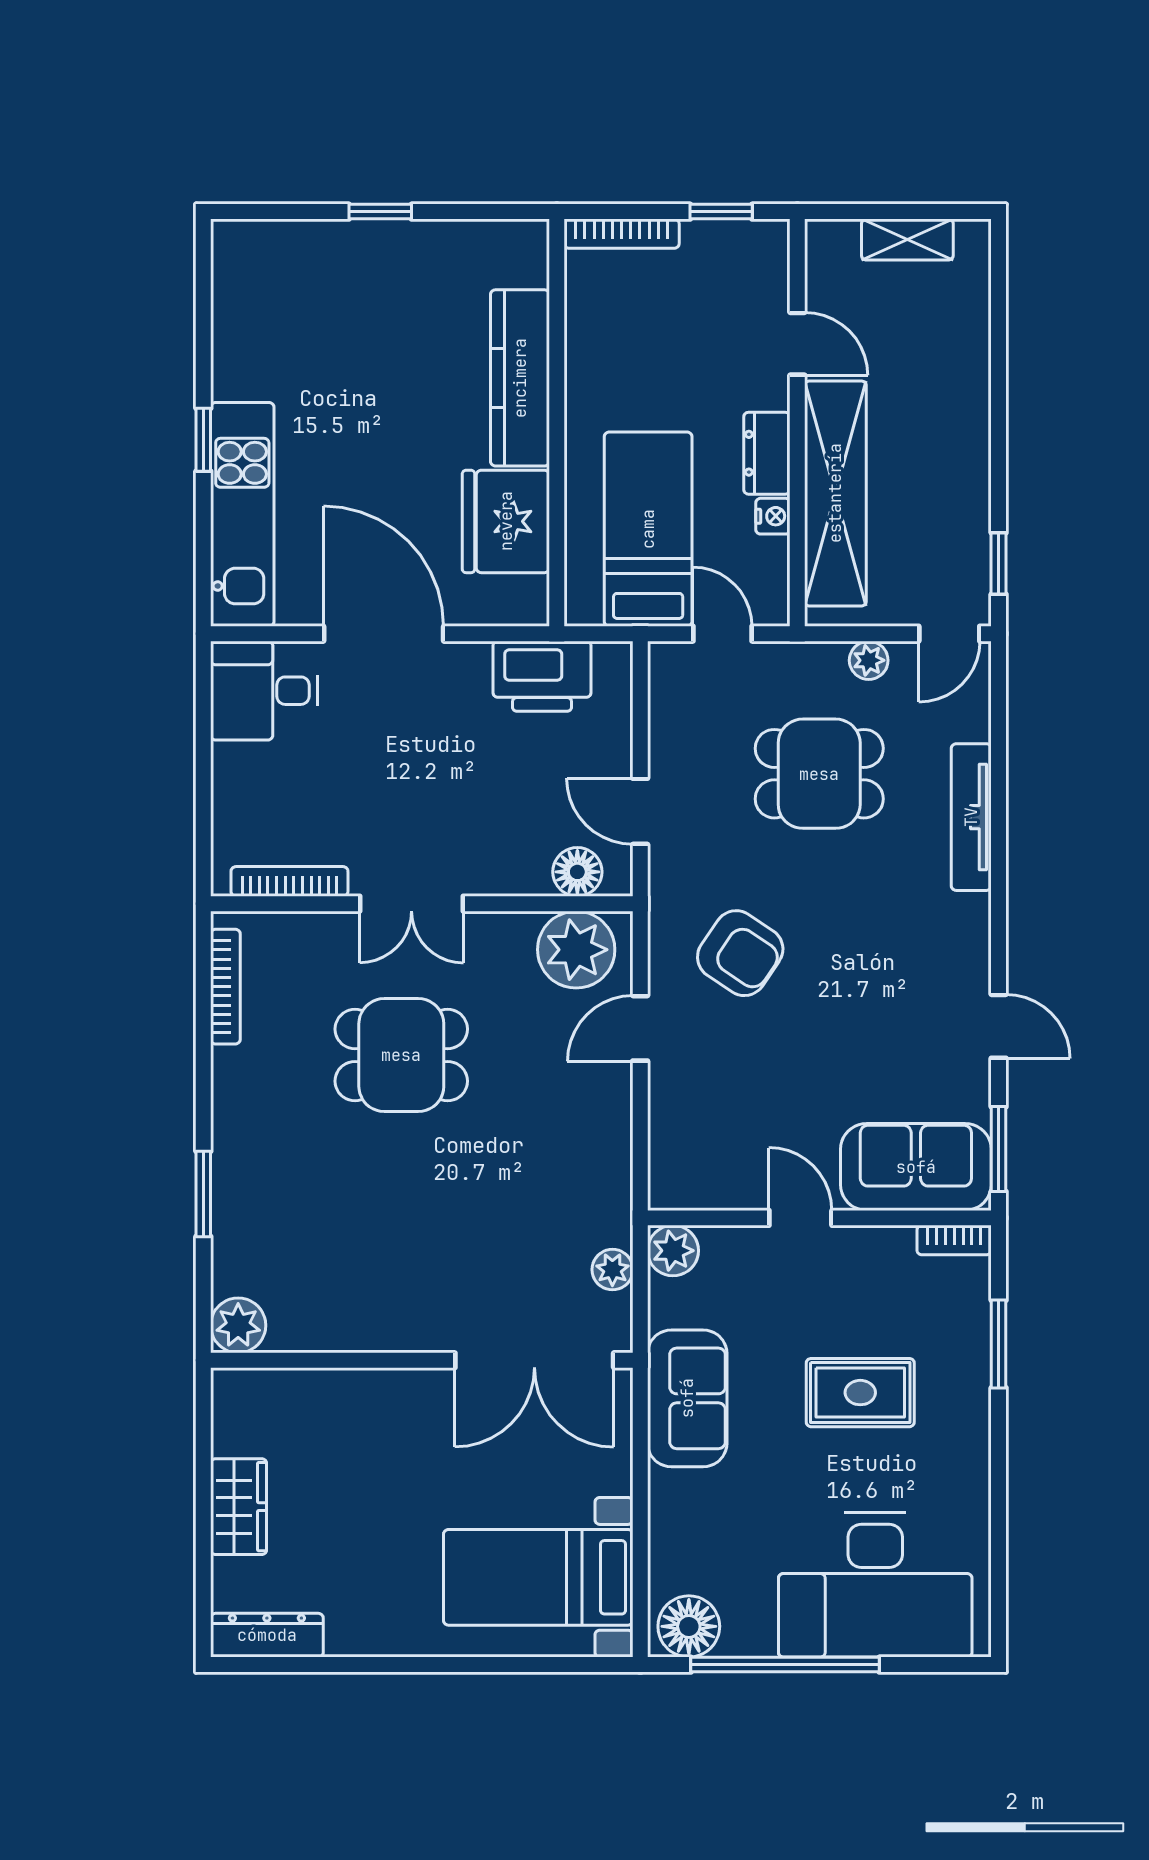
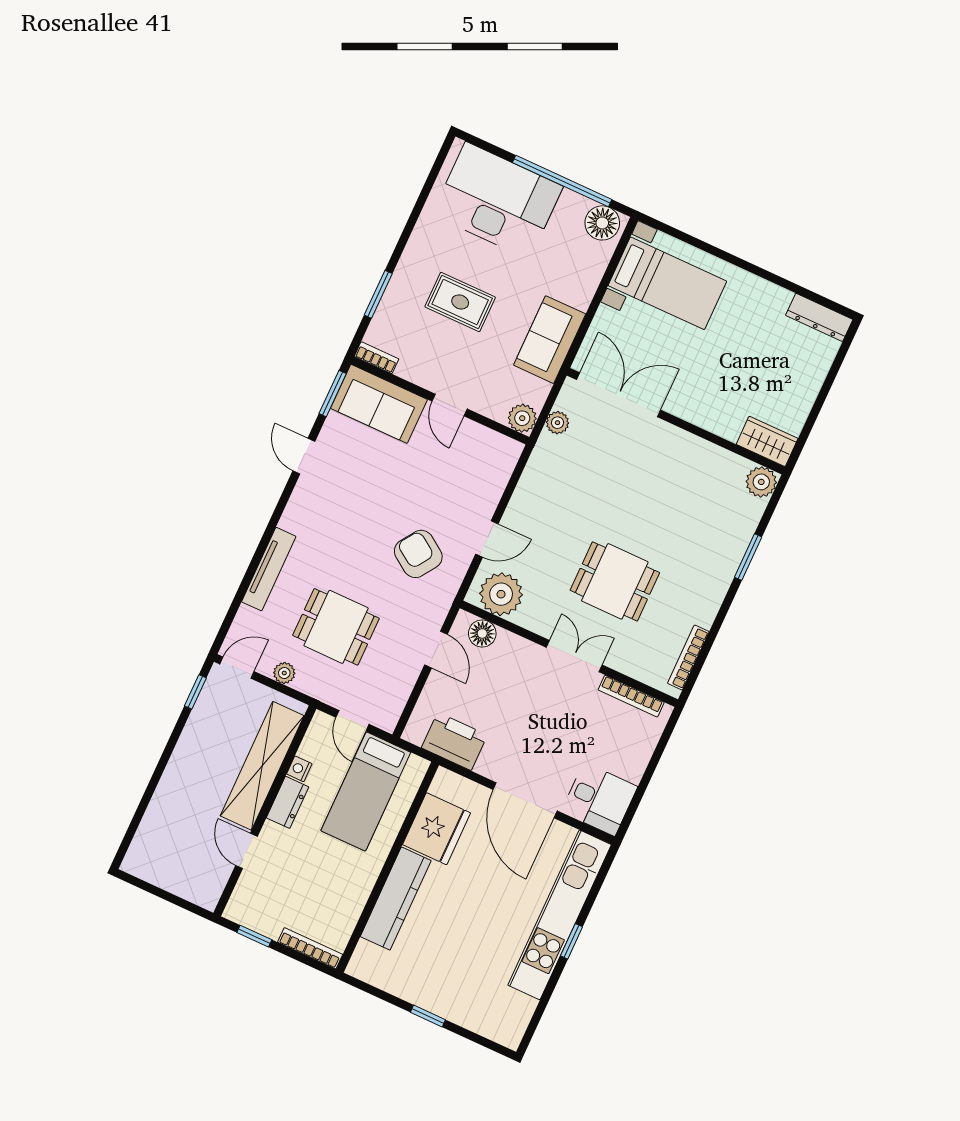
shelving: (907, 240) -> (166, 878), removed
kitchen unit: (242, 514) -> (560, 915), width x1.36
wardrobe: (239, 1507) -> (767, 441), moved, turned 90

